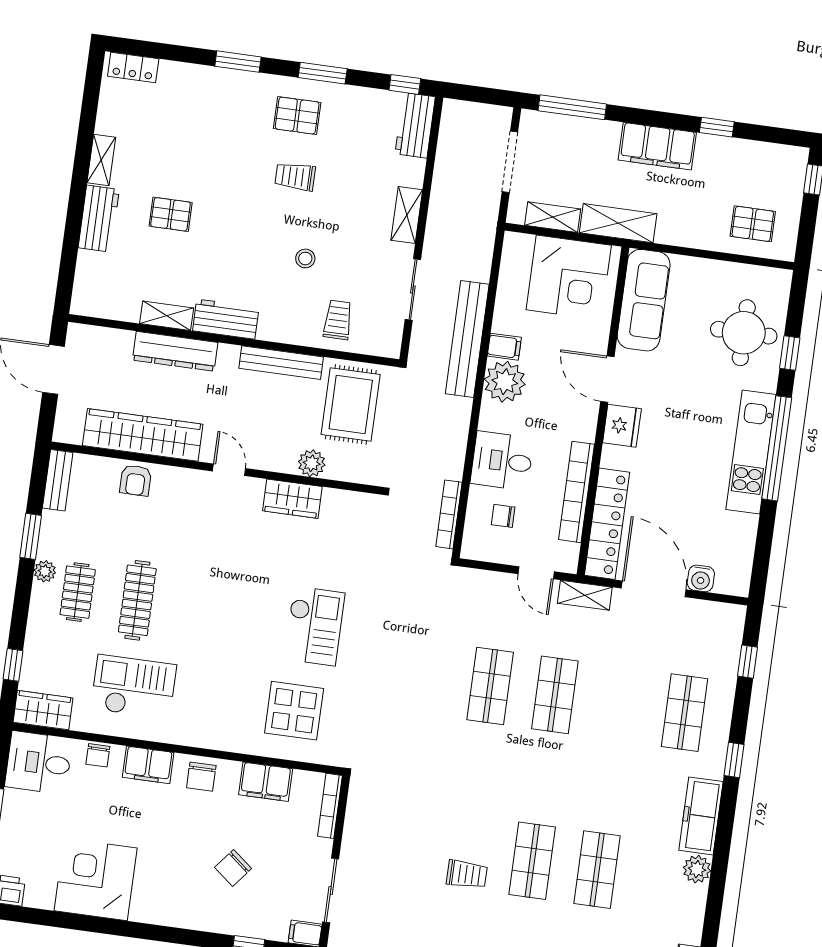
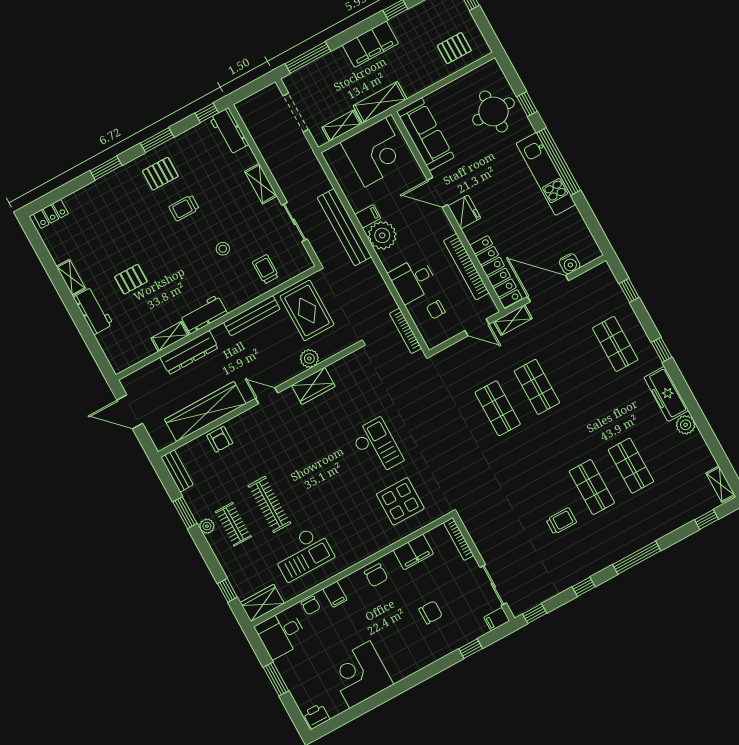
checkout: (134, 687) -> (303, 553), turned 180
filing cabinet: (148, 765) -> (335, 594), width x0.50
chair: (233, 868) -> (431, 612), turned -129

